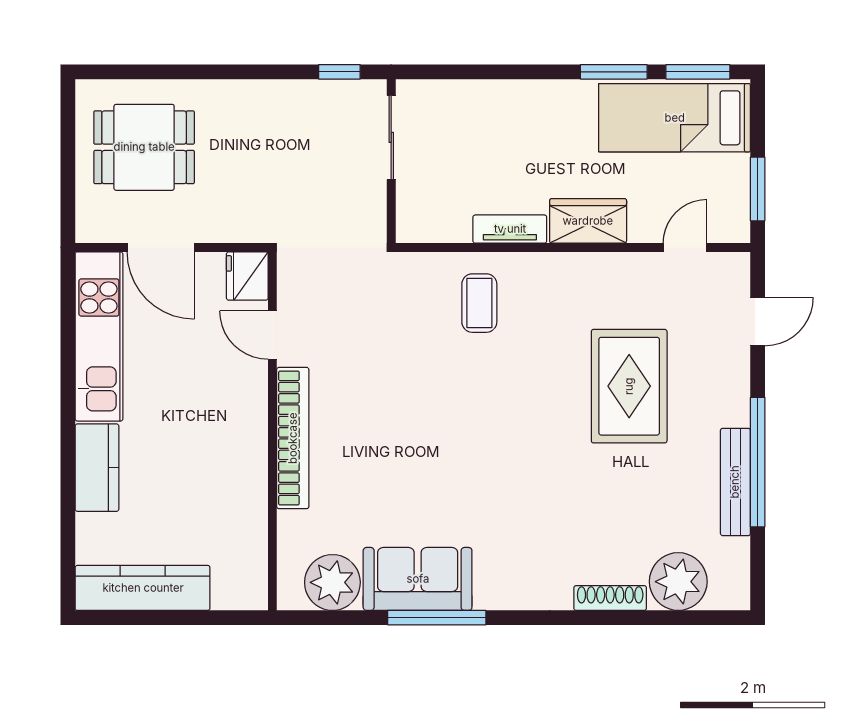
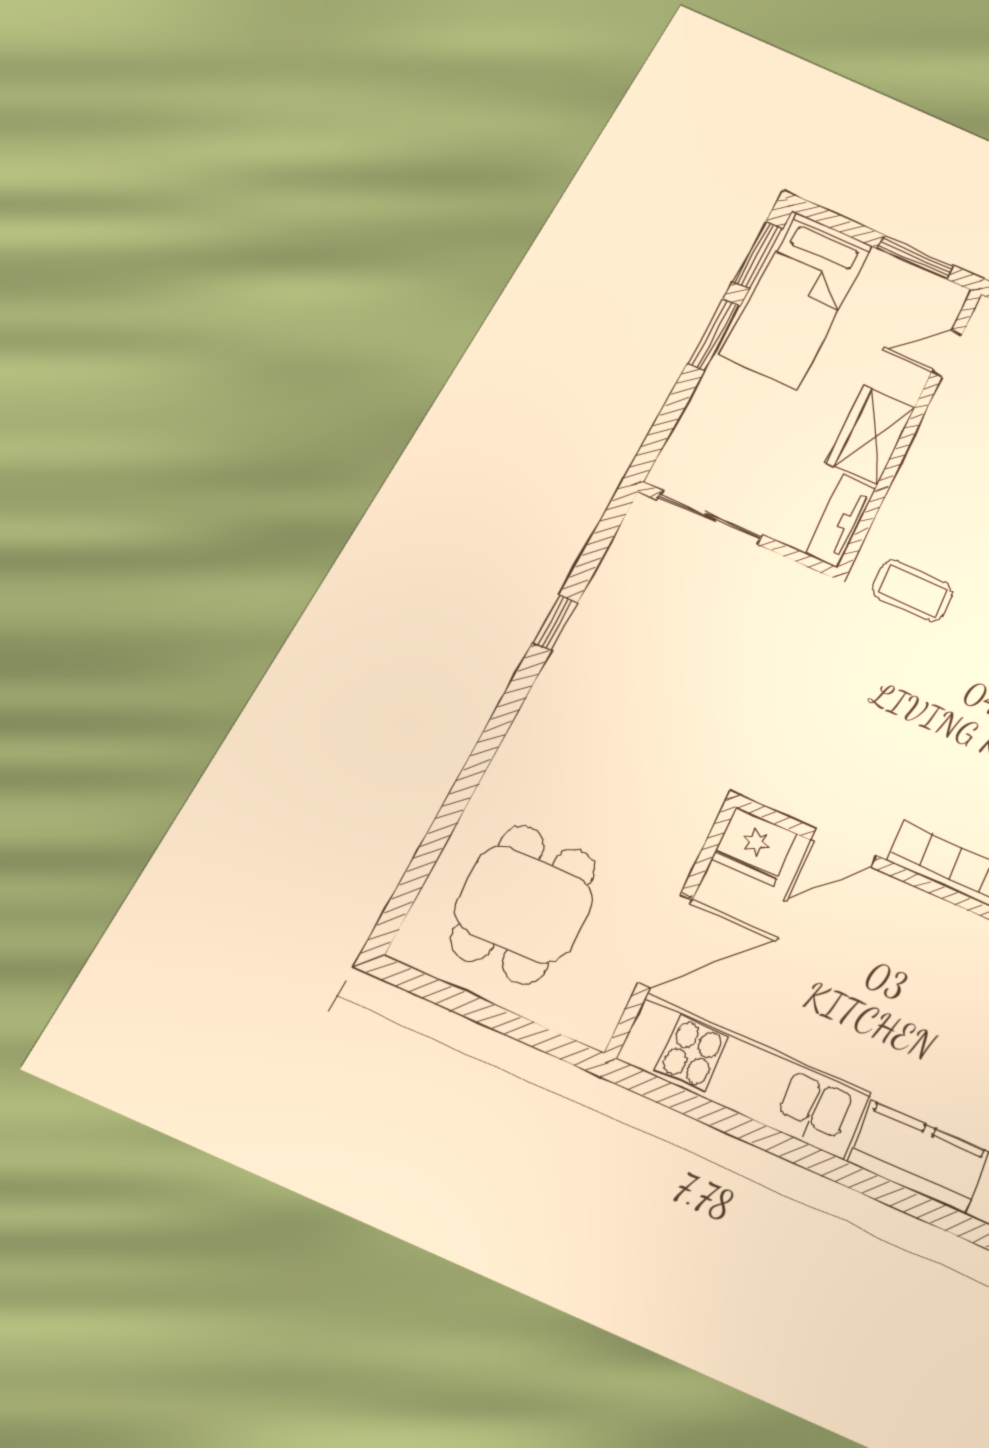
sliding door: (391, 137) -> (710, 517), moved
wall: (391, 161) -> (738, 530), moved
door: (685, 247) -> (947, 353), hinge flipped

